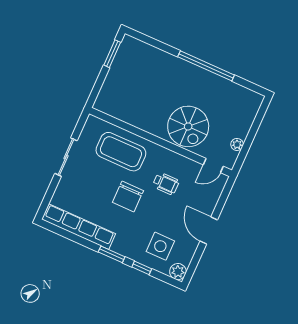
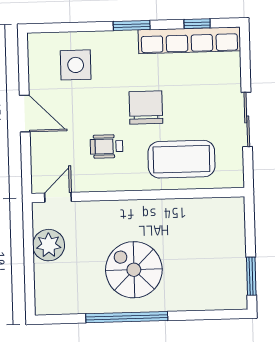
spiral stairs: (188, 126) -> (134, 270), moved
plant: (237, 144) -> (49, 245), width x1.87, depth x1.87
window: (142, 268) -> (197, 24), moved
plant: (178, 272) -> (38, 44), removed

